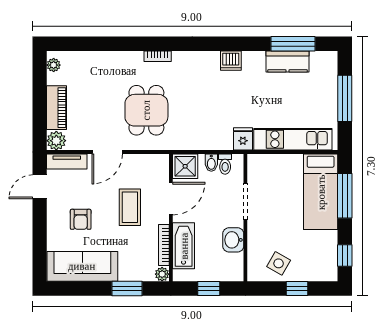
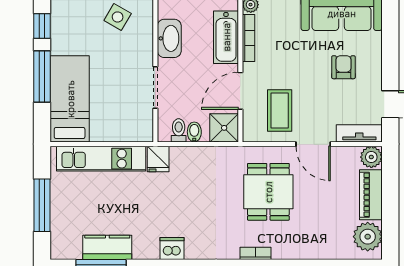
plant: (54, 65) -> (368, 237), width x1.88, depth x1.88
door: (107, 152) -> (313, 144), swing flipped
window: (345, 196) -> (42, 76), moved
coffee table: (130, 207) -> (280, 110), moved
washbasin: (233, 240) -> (169, 38), width x1.38

